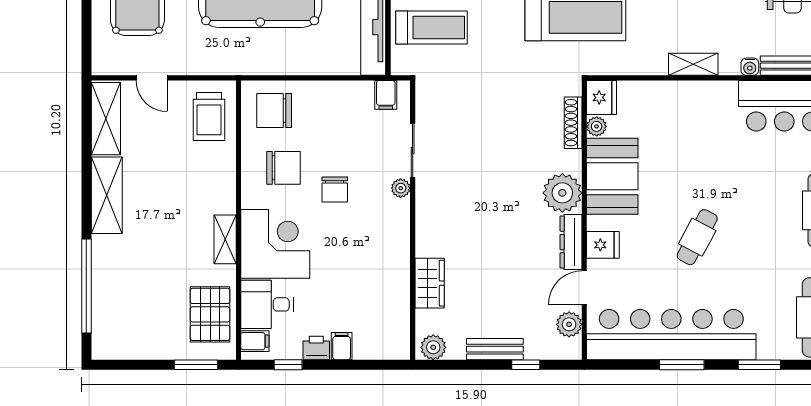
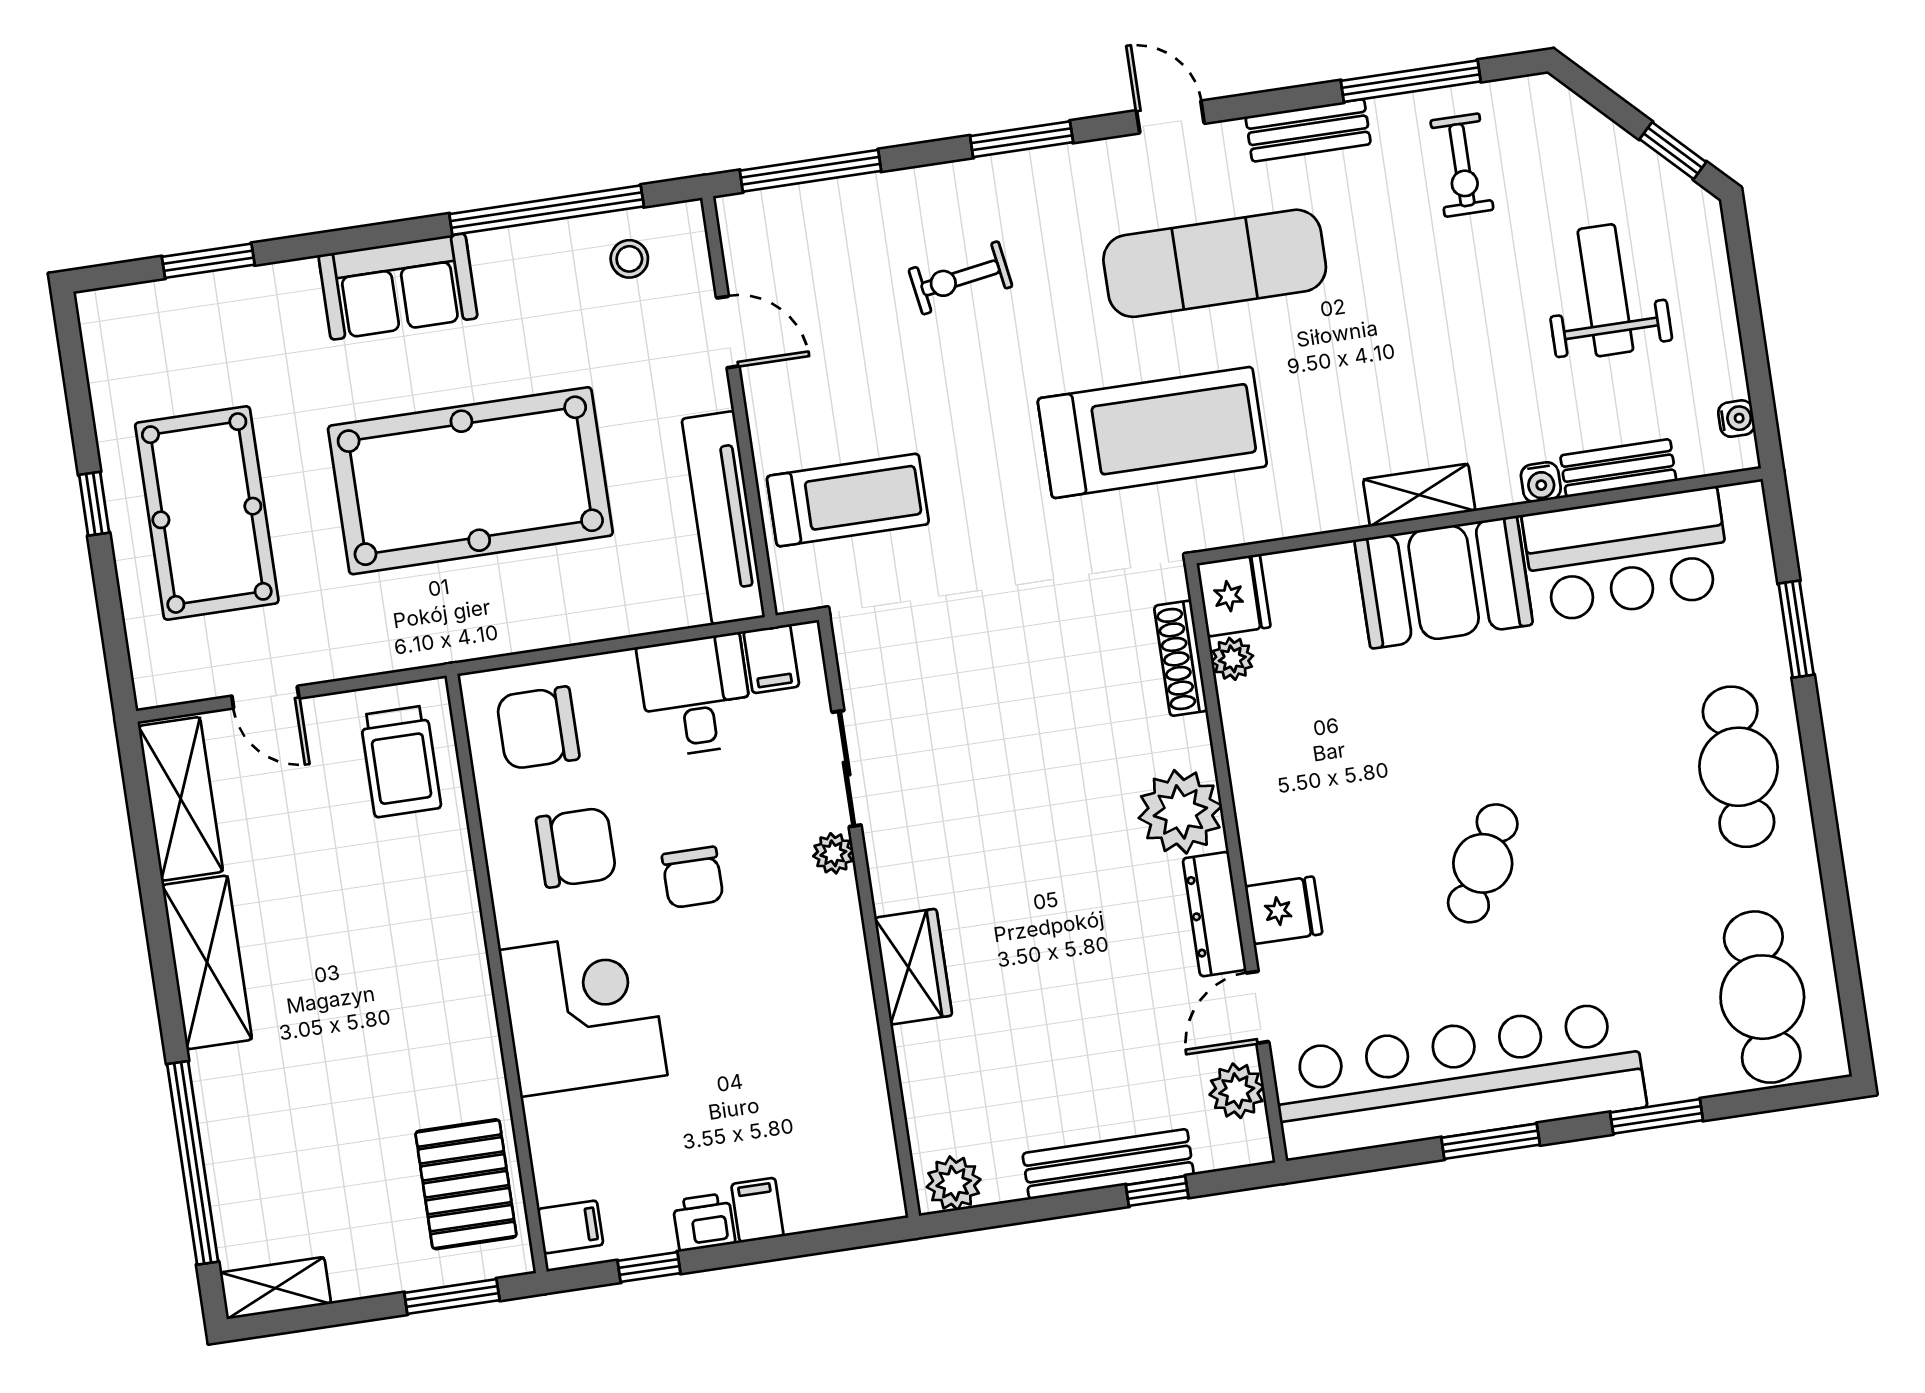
booth: (612, 176) -> (1444, 582), moved, turned 90
shelving: (225, 239) -> (275, 1288), moved, turned 90
wardrobe: (430, 283) -> (913, 967), moved
desk: (267, 304) -> (696, 695), moved, turned 90
bench: (495, 349) -> (1108, 1164), width x1.36

